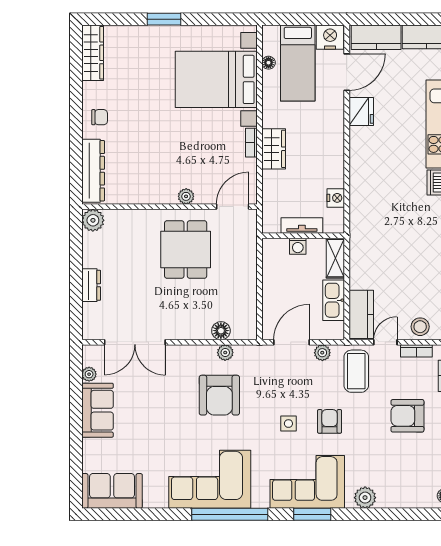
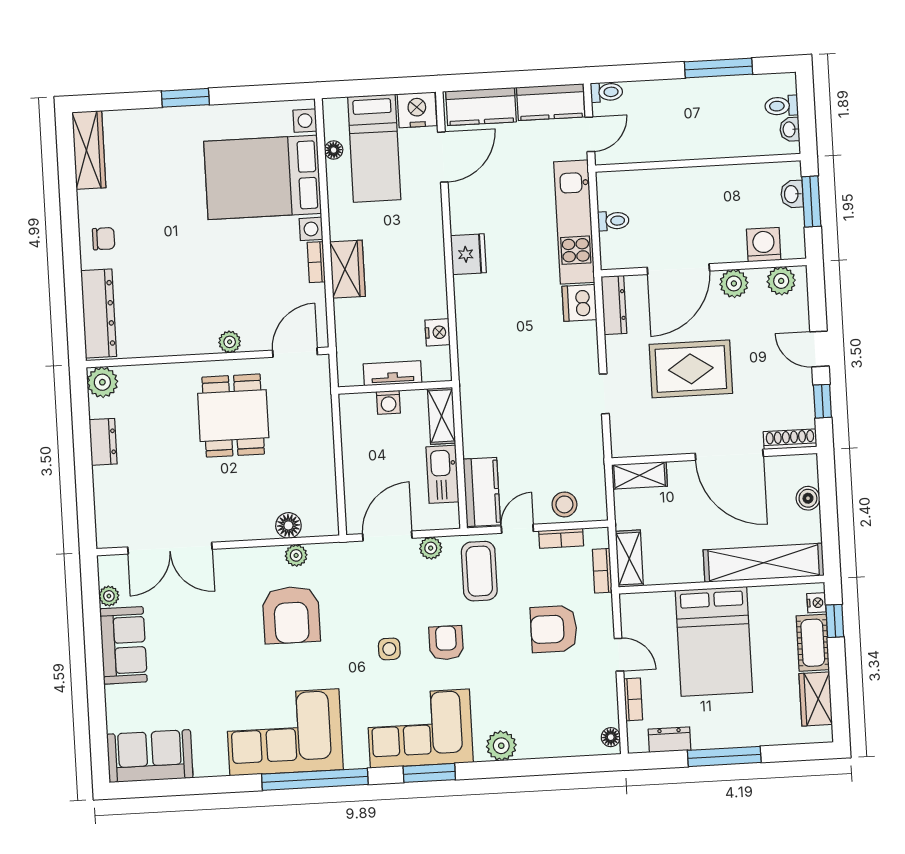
fridge: (361, 111) -> (468, 254), moved
dresser: (91, 285) -> (103, 442), moved

